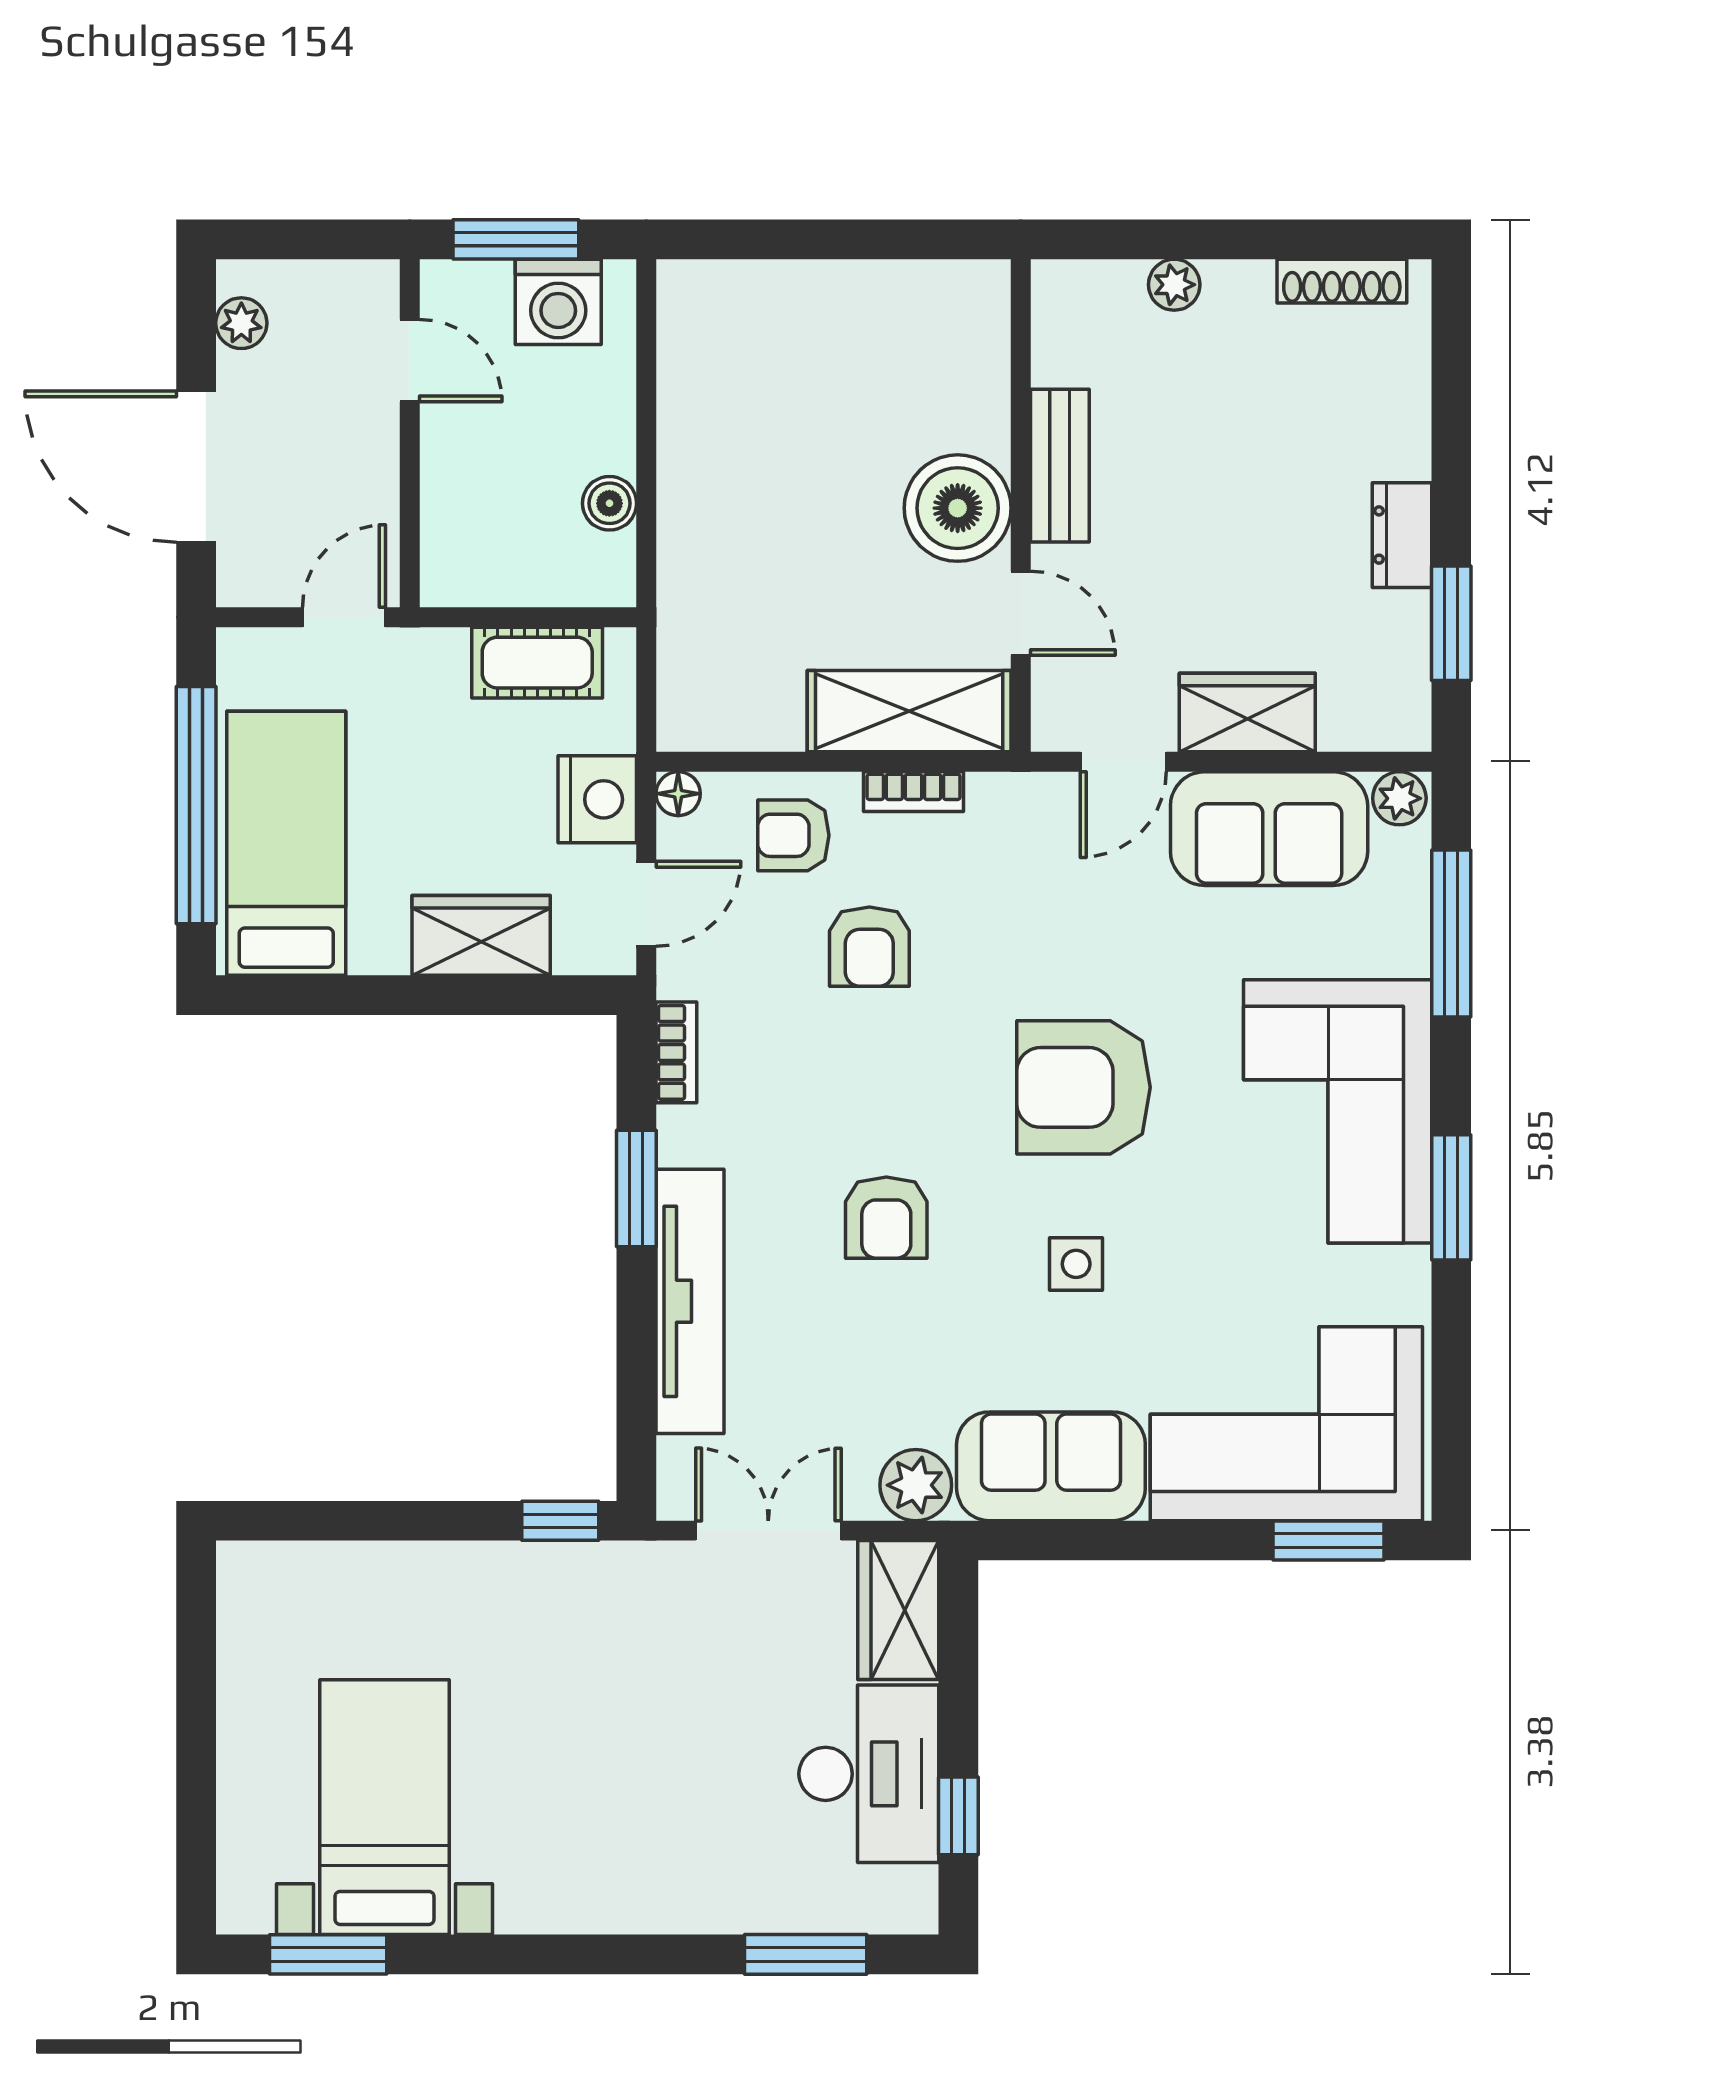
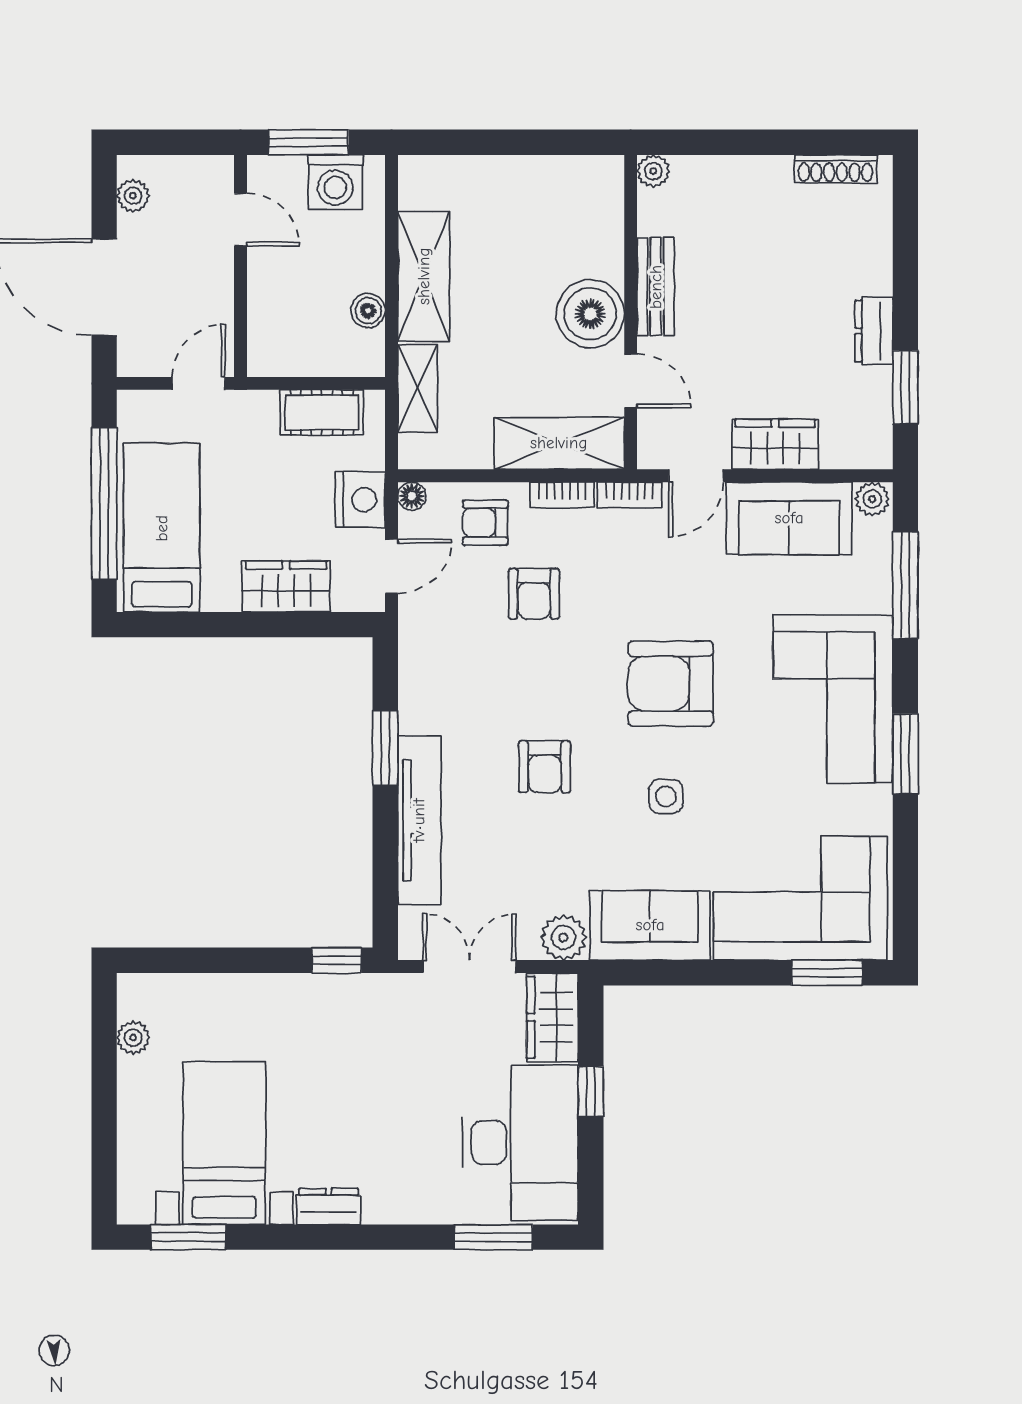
plant: (1174, 285) -> (653, 171), moved
shelving: (697, 450) -> (424, 276), added
shelving: (687, 625) -> (418, 388), added
bookcase: (676, 1052) -> (630, 495), moved, turned 90
plant: (242, 1642) -> (133, 1038), added
desk: (869, 1774) -> (520, 1142), width x1.36, depth x1.30
window: (958, 1816) -> (591, 1092), moved
dresser: (548, 1906) -> (329, 1206), added

